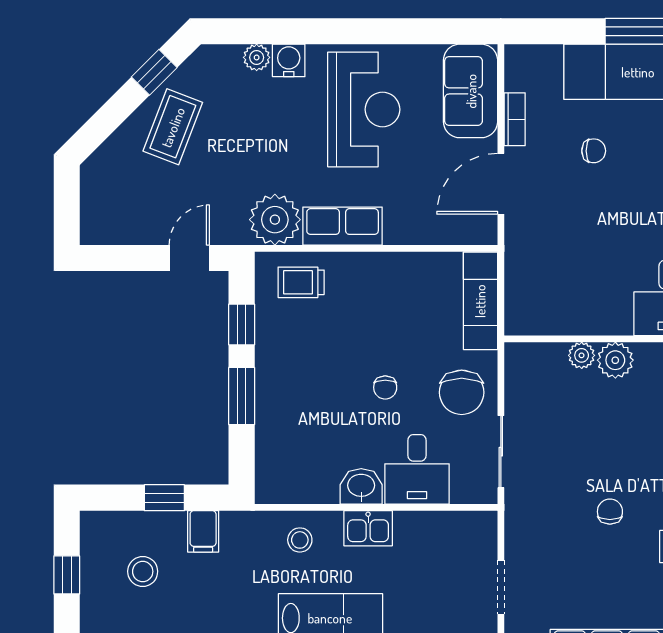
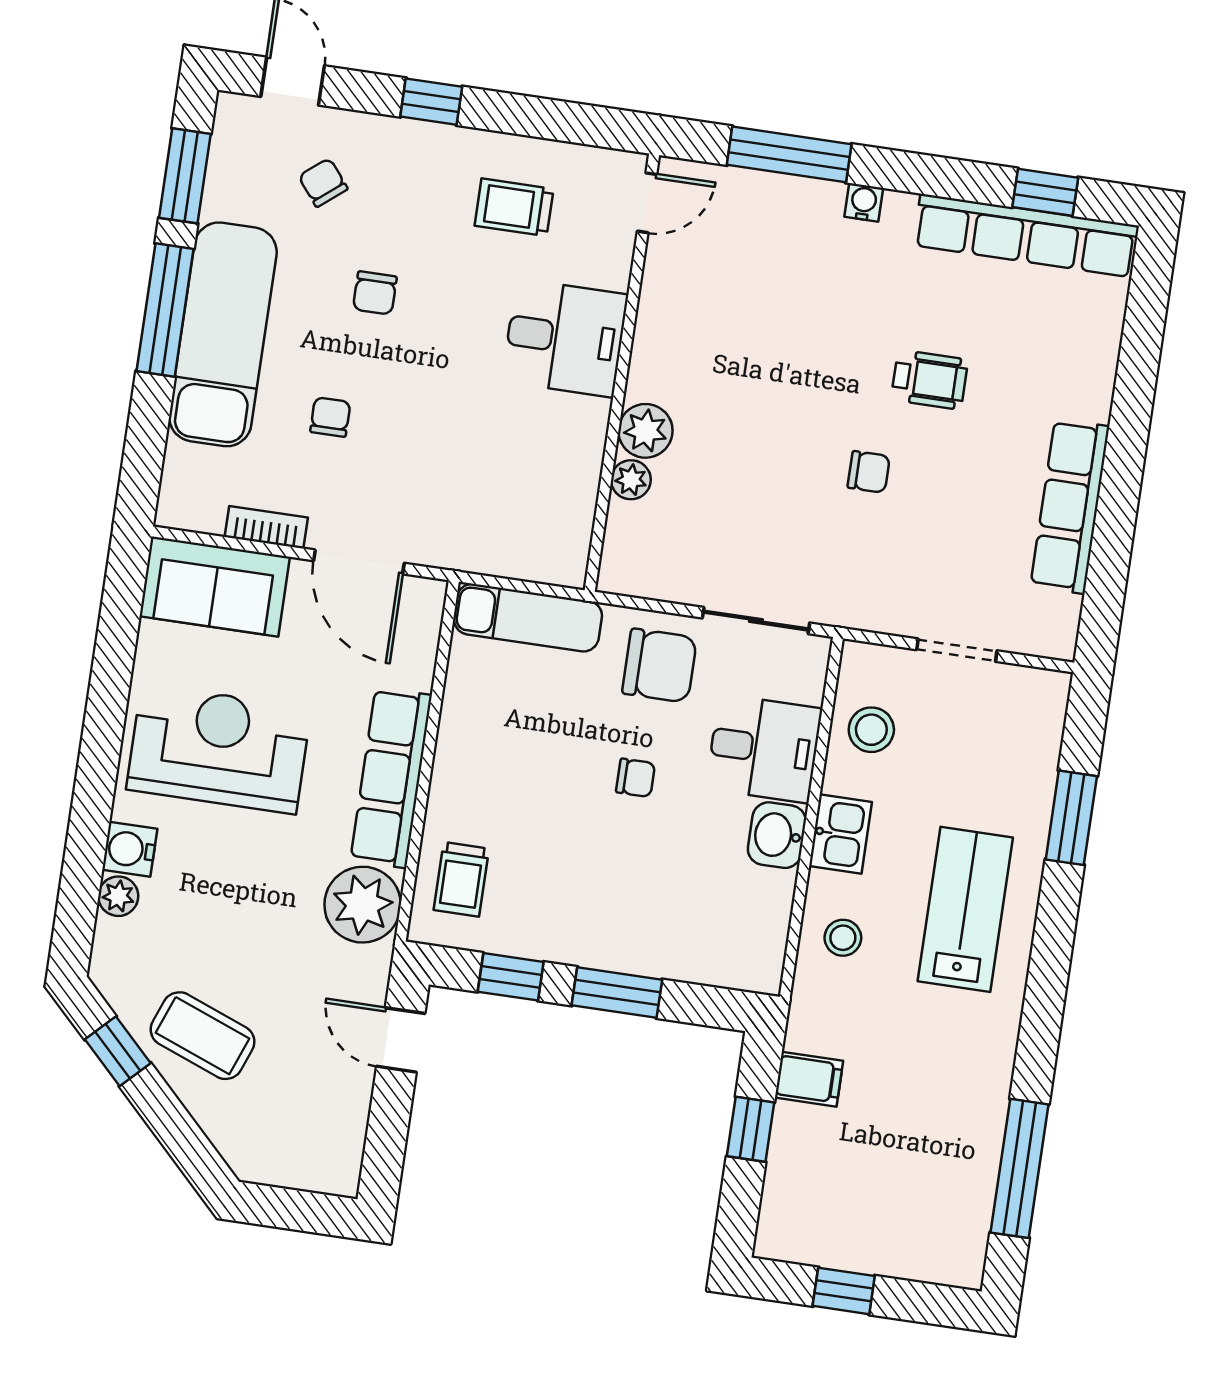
row of seats: (343, 226) -> (391, 778), width x1.48
chair: (610, 512) -> (869, 472), turned 180
stool: (143, 571) -> (871, 730), moved

